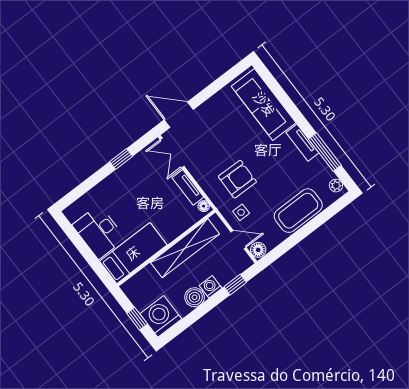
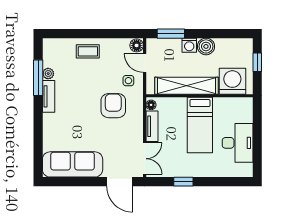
sofa: (264, 104) -> (73, 164), moved, turned -90
armchair: (237, 179) -> (113, 106), turned 89
plant: (336, 186) -> (48, 74), moved
coffee table: (298, 211) -> (88, 51), width x0.54, depth x0.58
bed: (133, 253) -> (200, 125), moved, turned -90
window: (235, 285) -> (171, 34), width x1.50
washing machine: (161, 316) -> (232, 81), moved, turned 180

